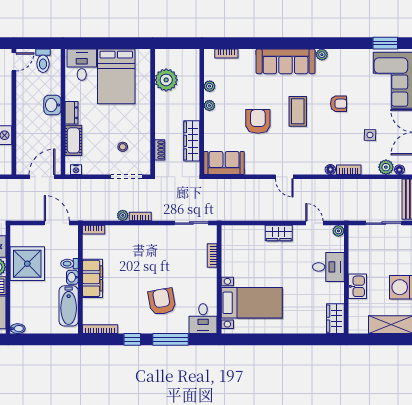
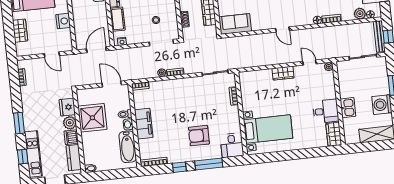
desk: (328, 267) -> (326, 111), moved
armchair: (162, 302) -> (199, 136), turned -80

